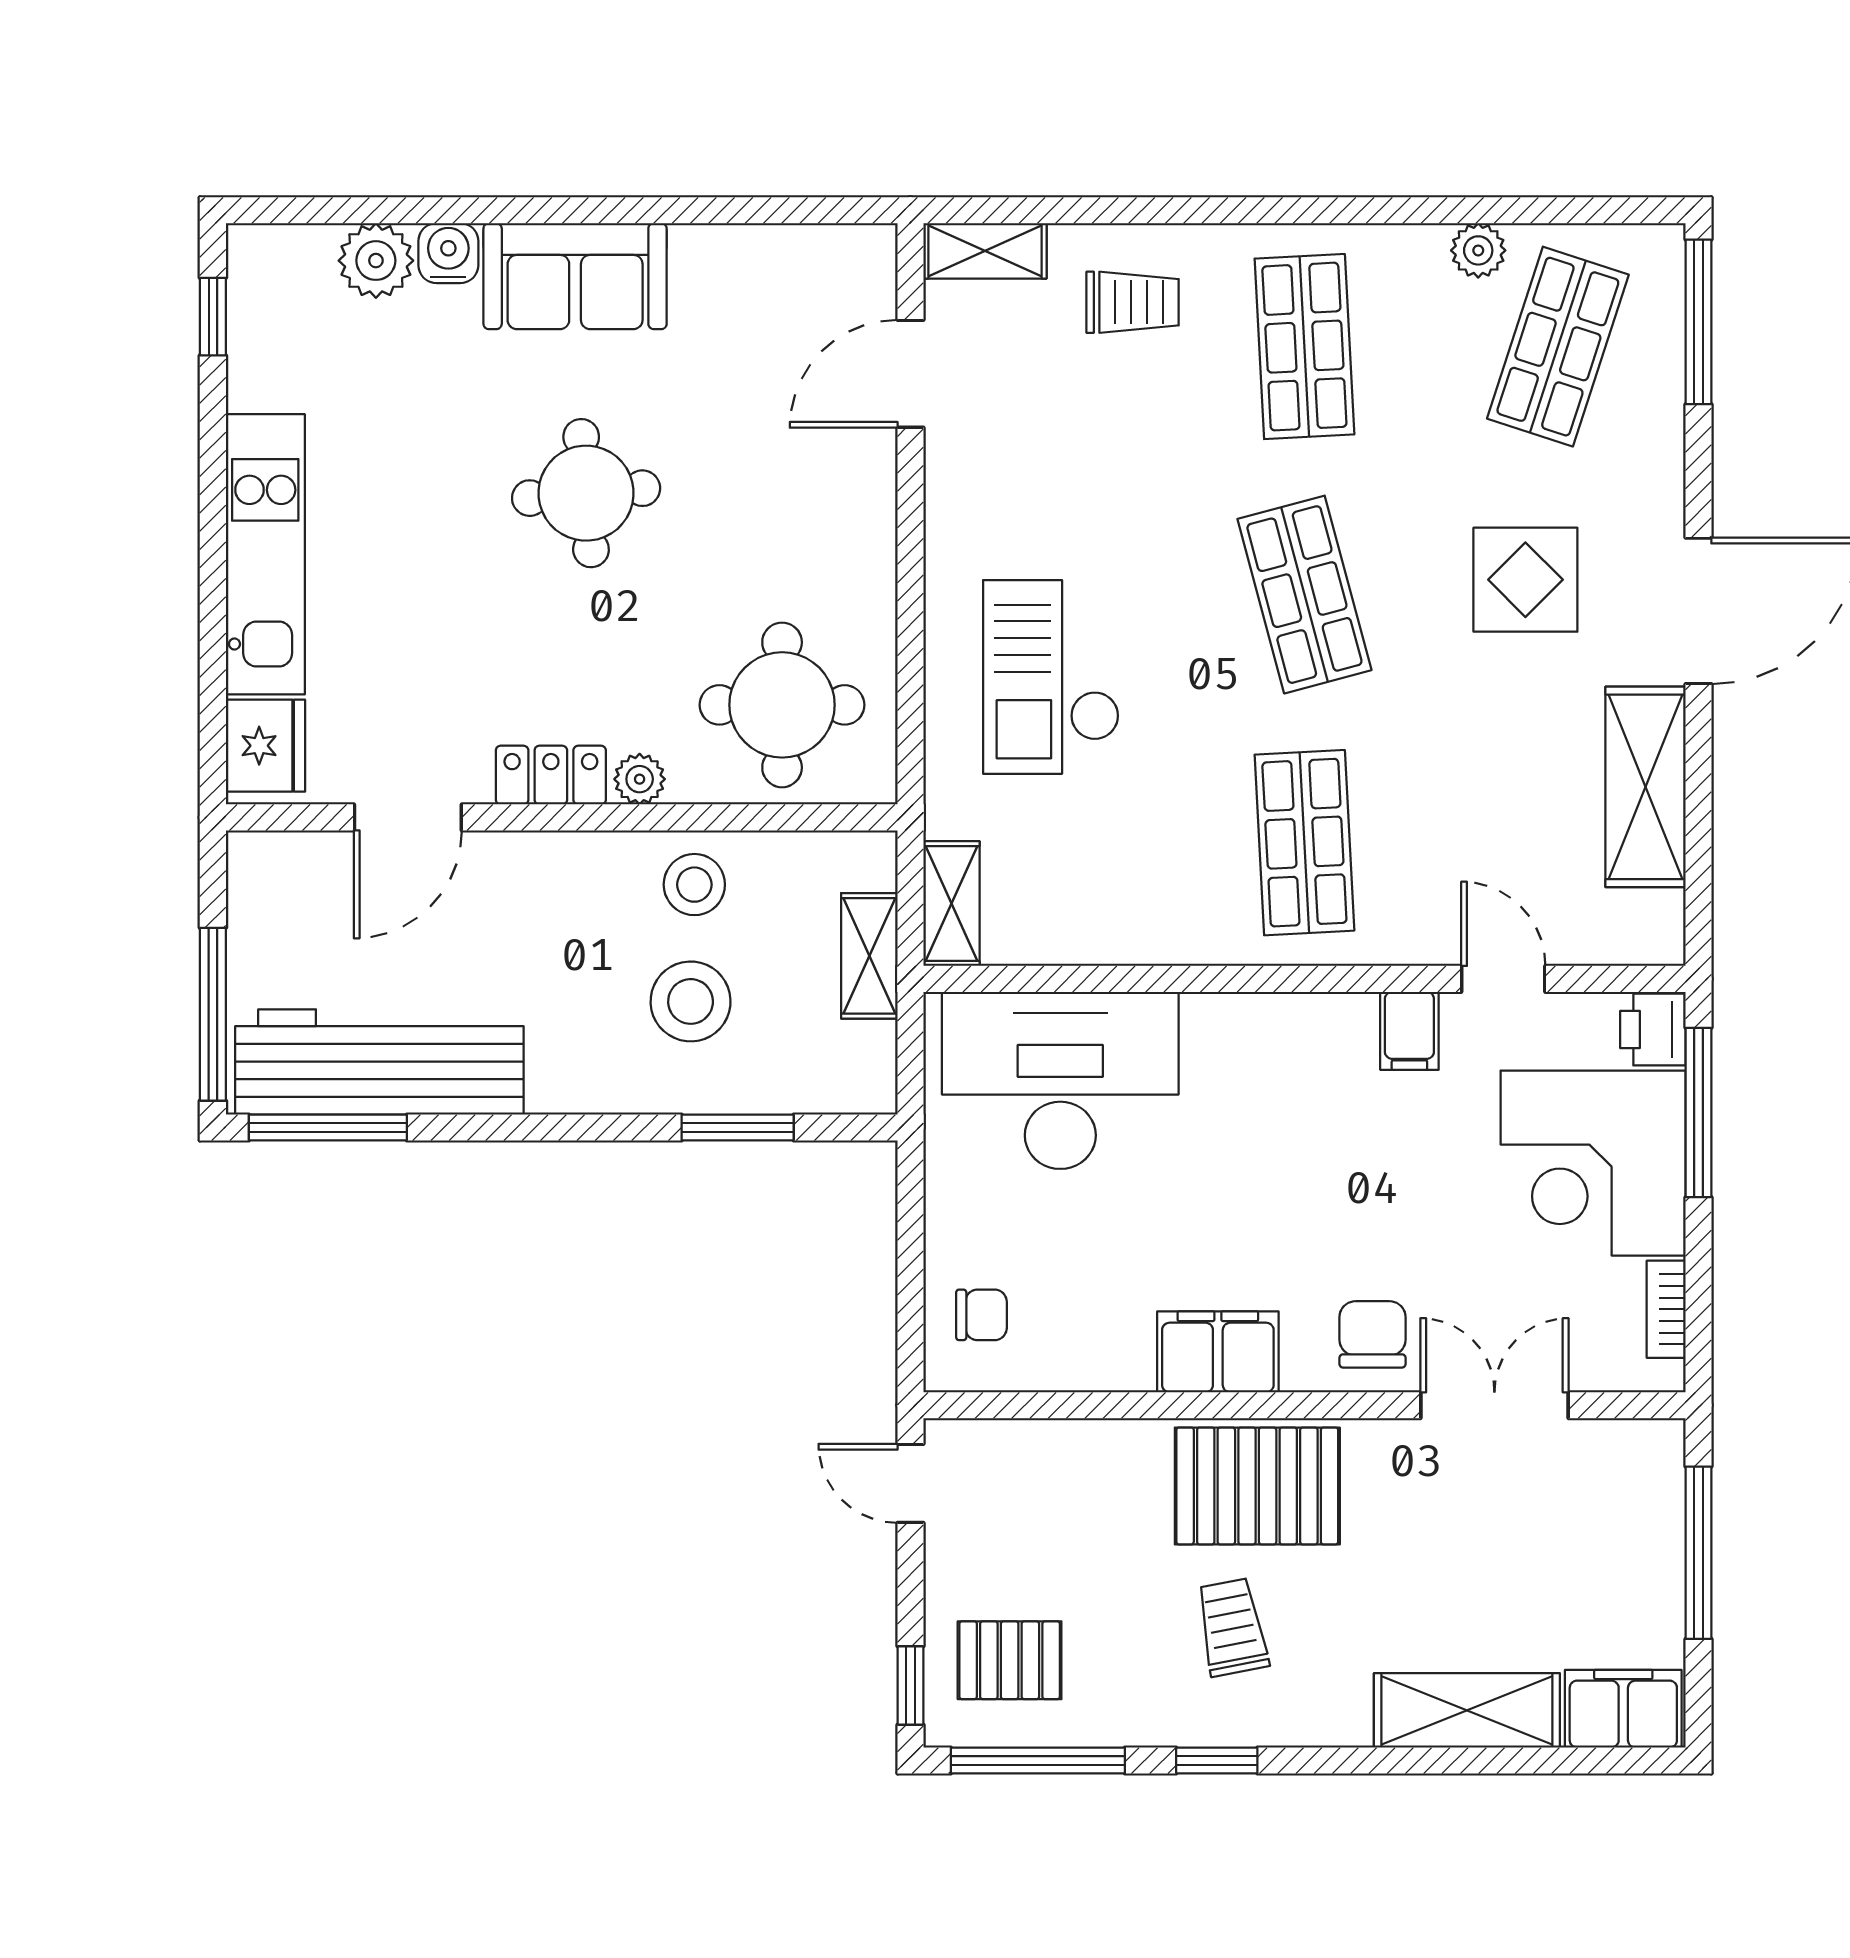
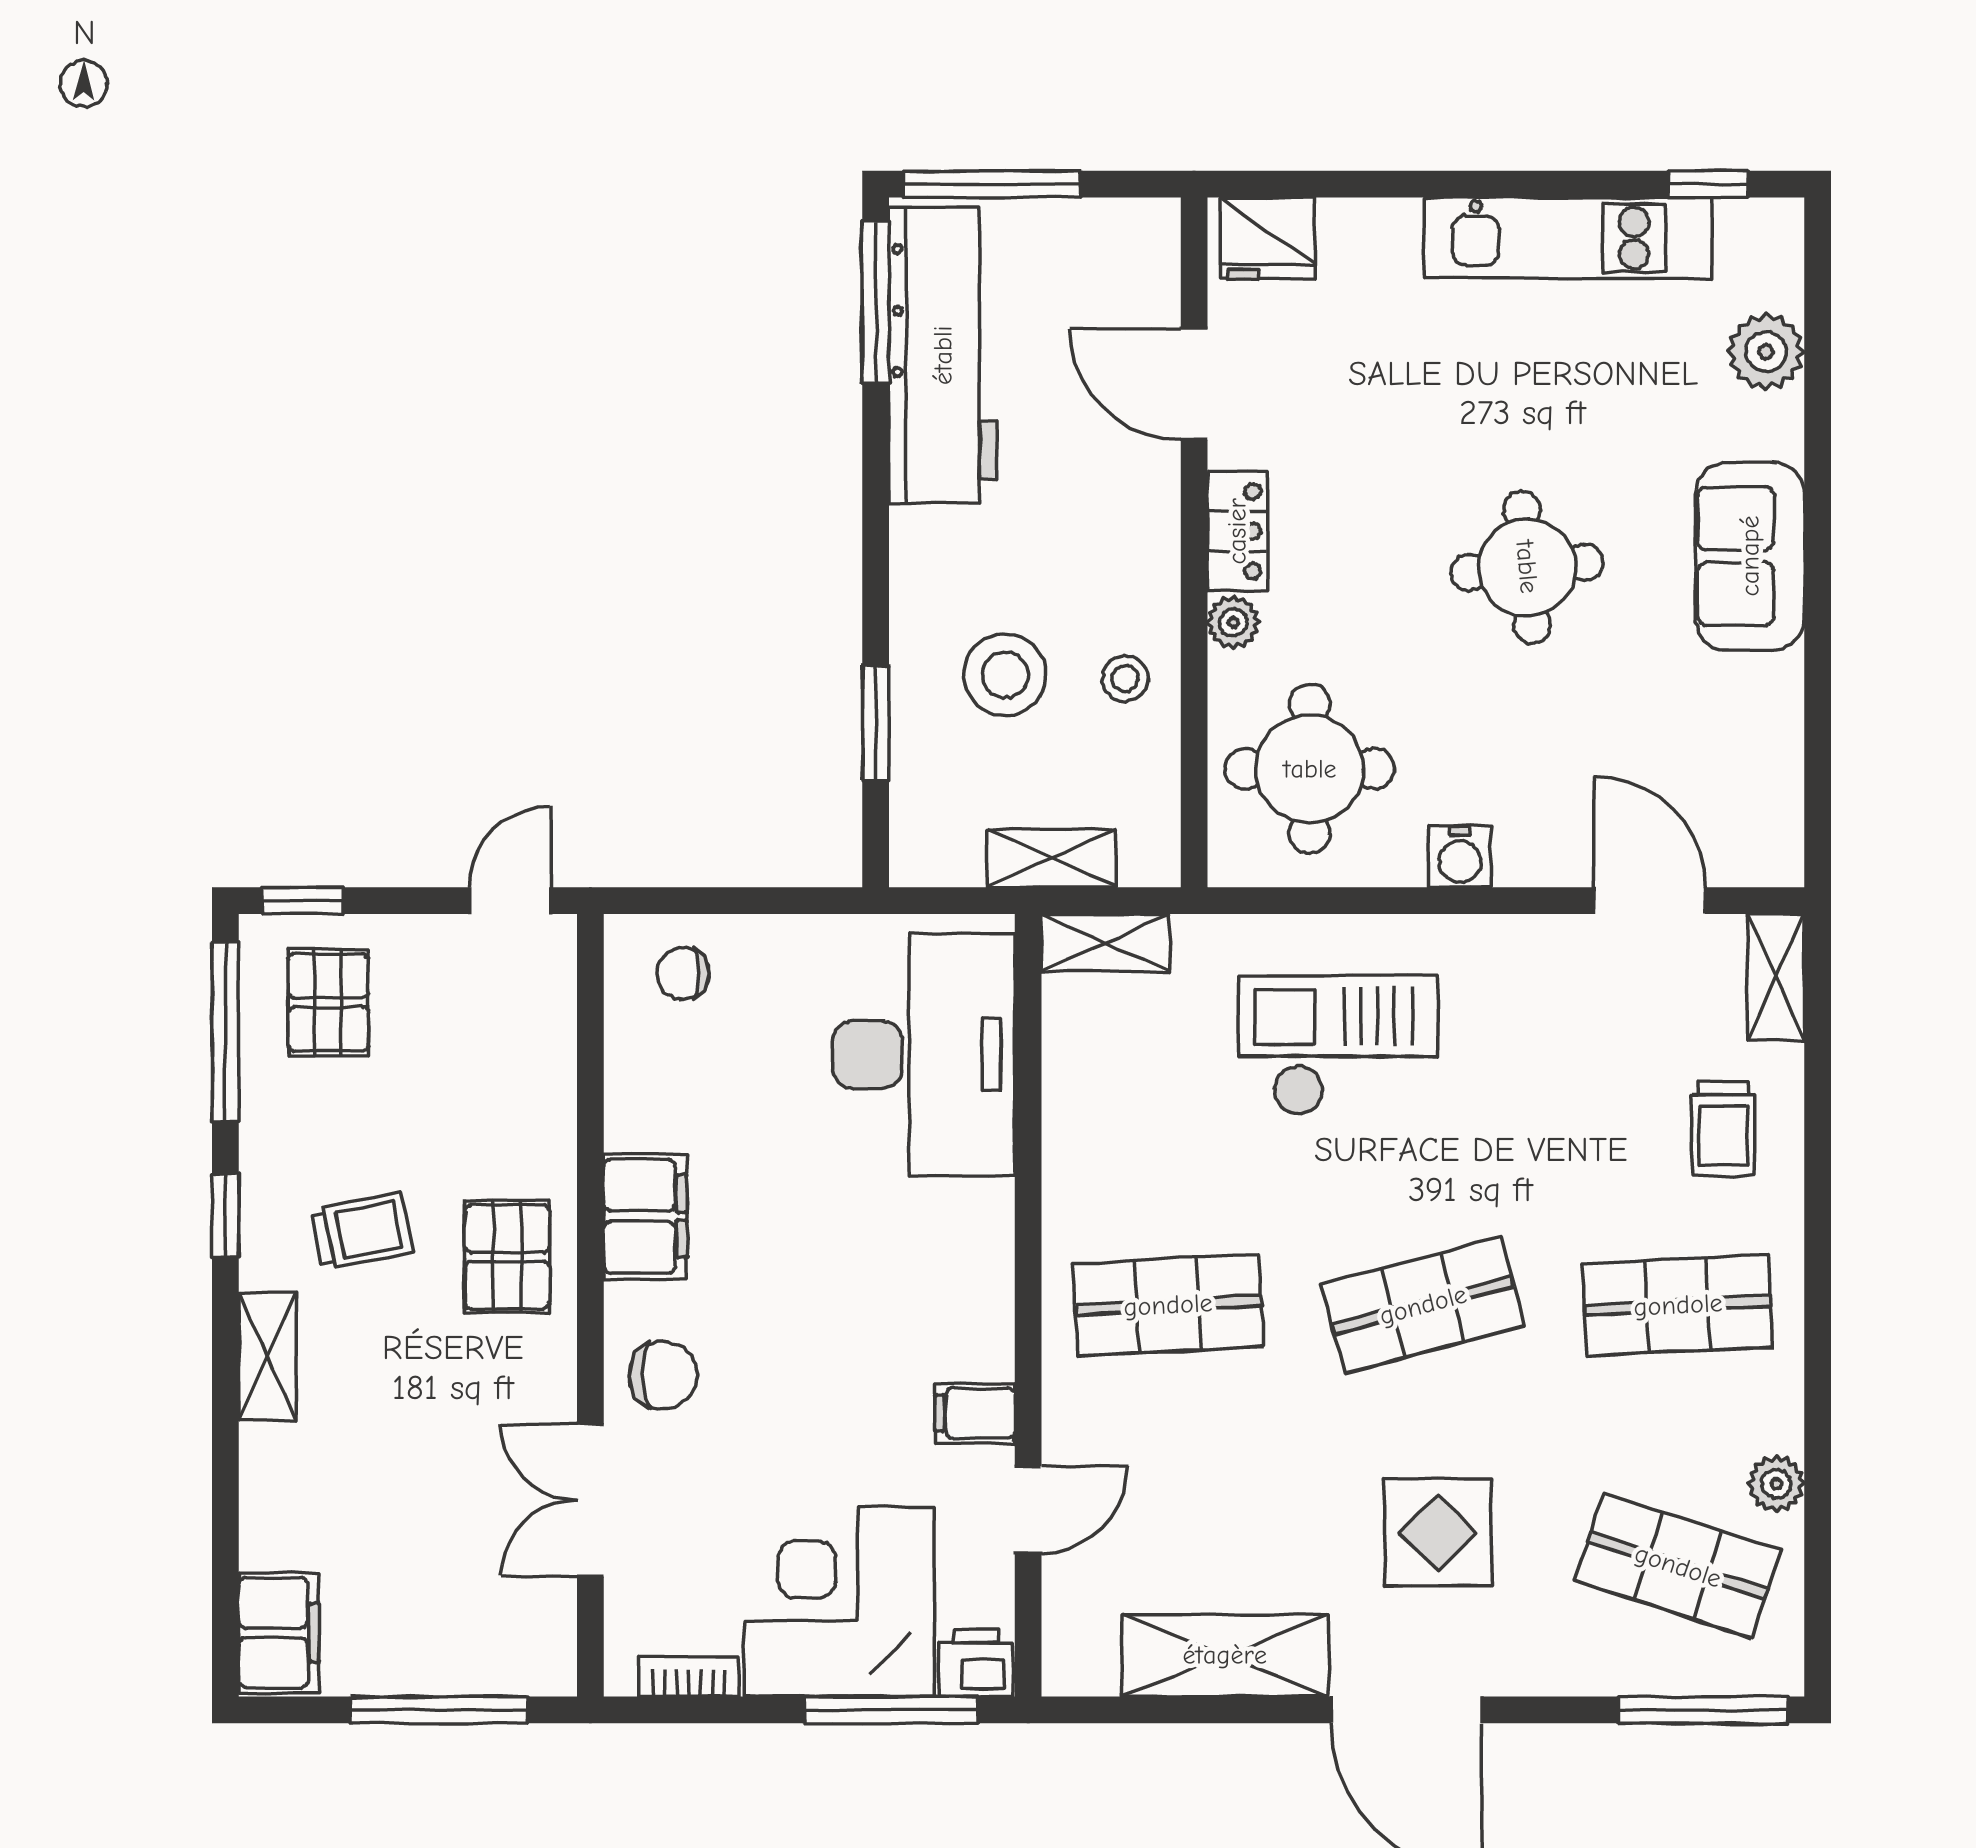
water cooler: (448, 253) -> (1460, 857), moved, turned 90
kitchen unit: (265, 554) -> (1568, 238), moved
stool: (694, 885) -> (1125, 679), width x0.73, depth x0.73
chair: (981, 1315) -> (683, 974), turned 90
double door: (1494, 1405) -> (590, 1500), swing flipped
pallet: (1257, 1486) -> (507, 1257), width x0.67, depth x0.71
shelving: (1467, 1710) -> (267, 1356), moved, width x0.67, depth x0.75

